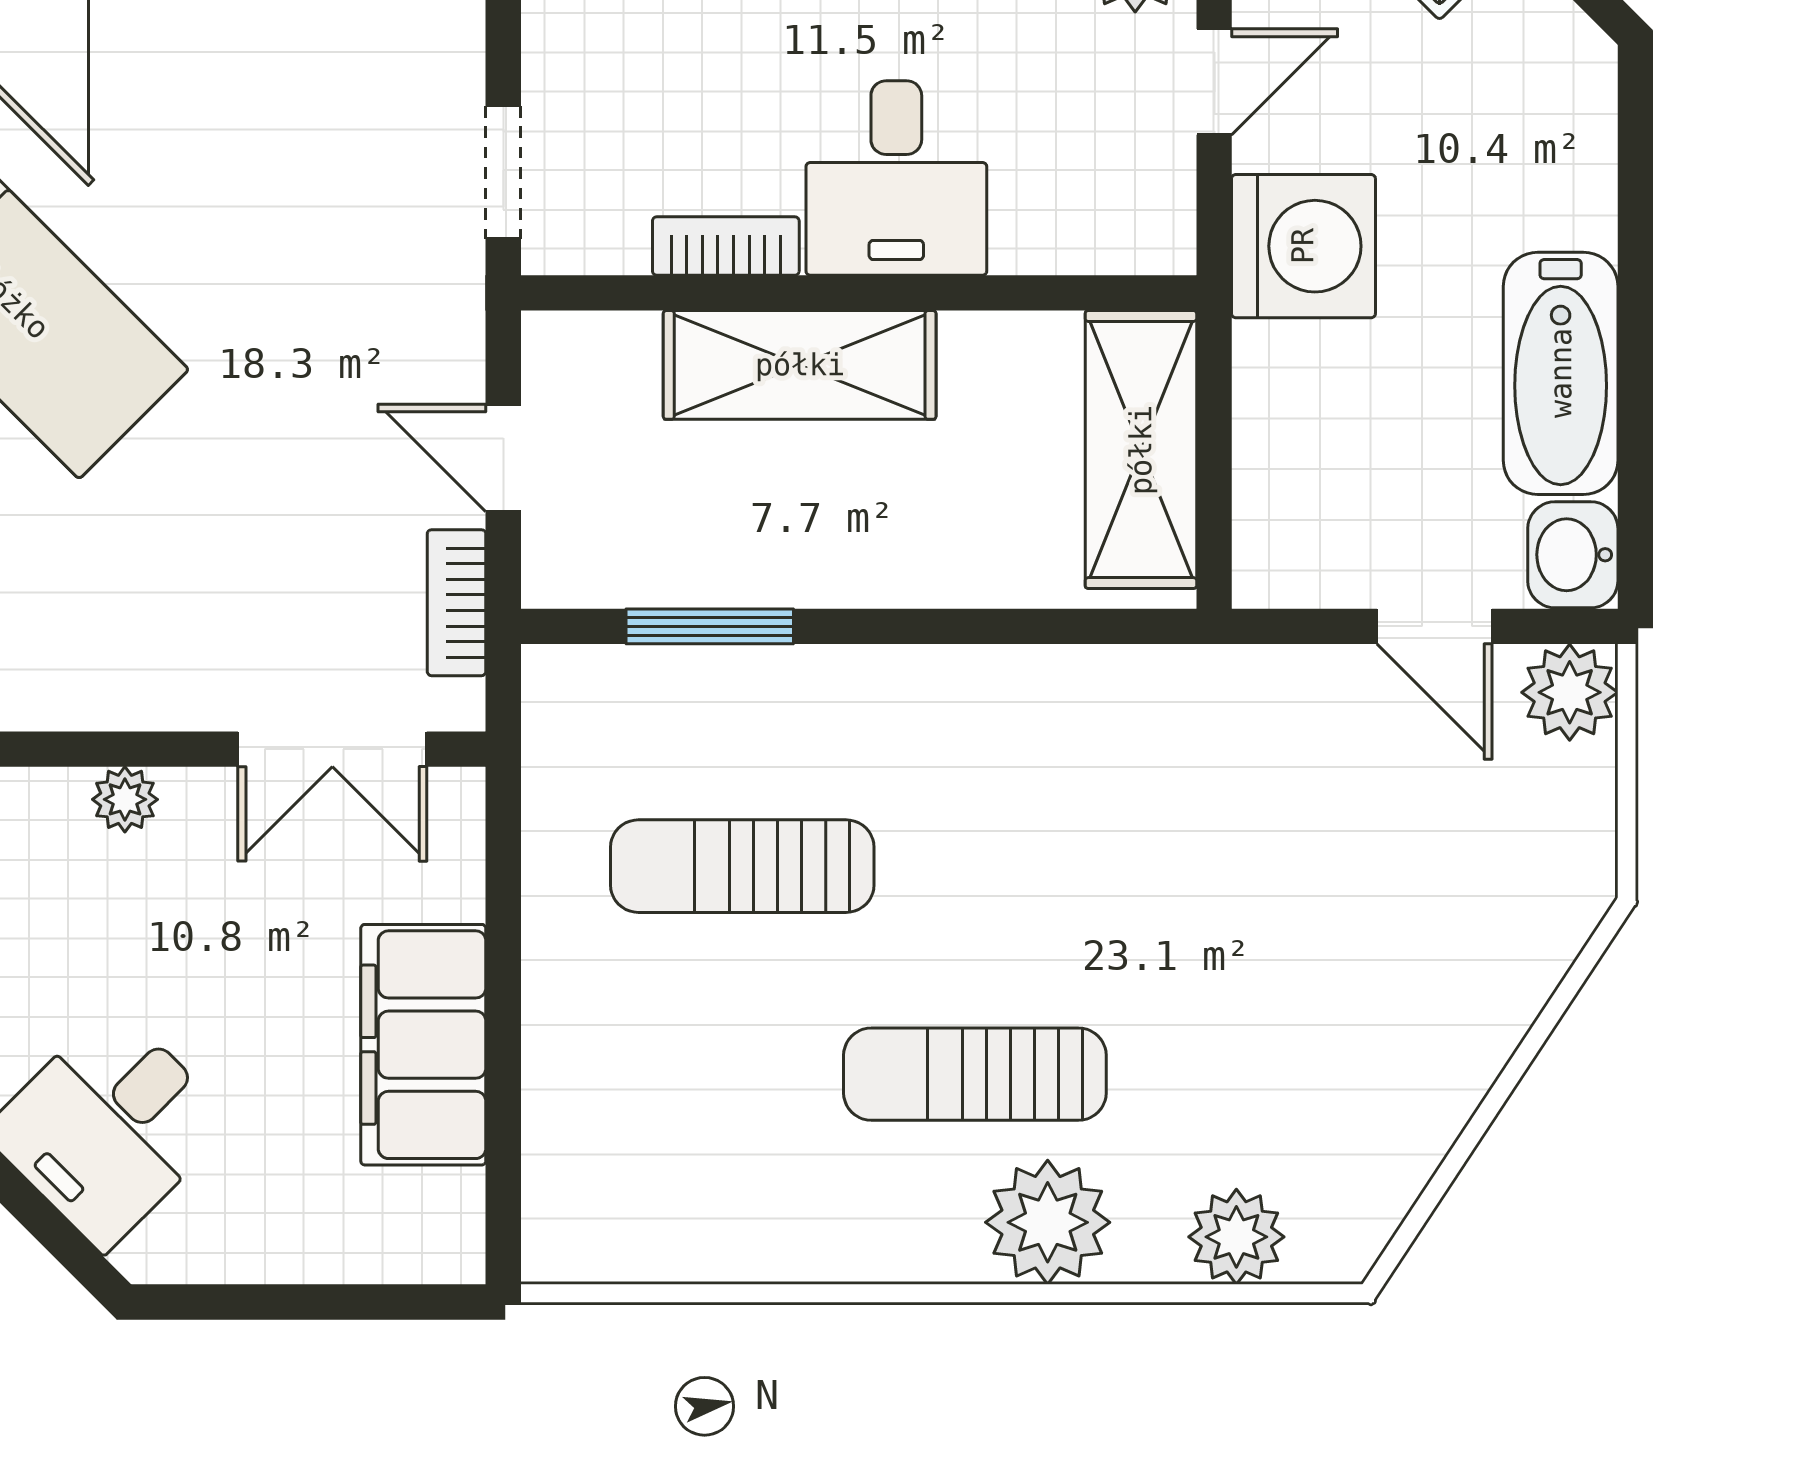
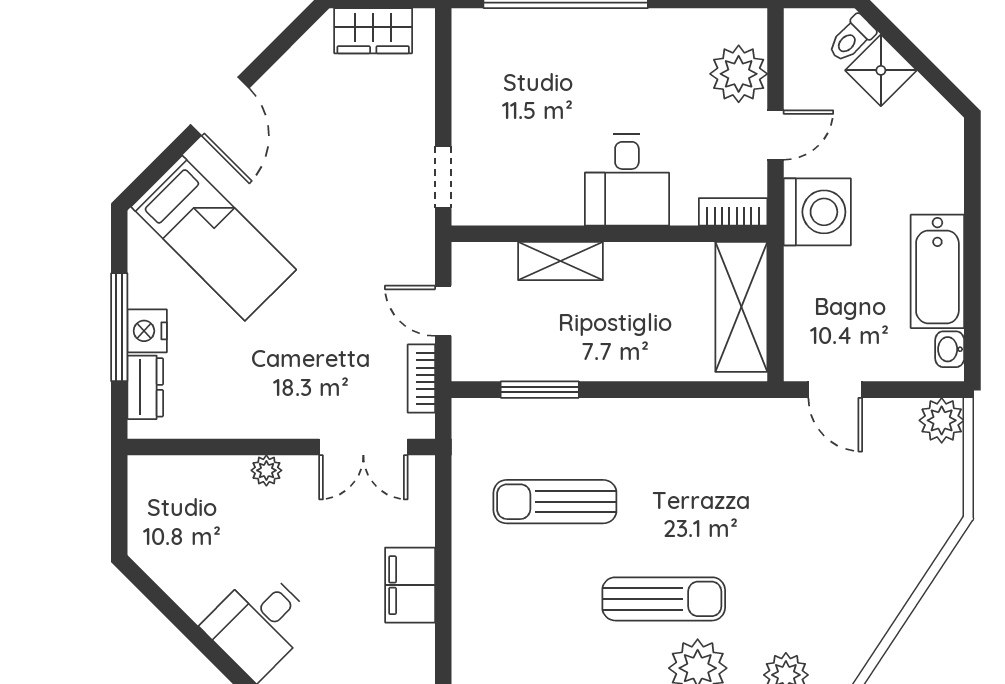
bookcase: (726, 246) -> (733, 212), moved
shelving: (800, 365) -> (561, 261), width x0.67, depth x0.75
washbasin: (1573, 555) -> (950, 349), width x0.72, depth x0.69
door: (1434, 626) -> (835, 390), moved
filing cabinet: (423, 1045) -> (410, 585), width x0.67, depth x0.86
sun lounger: (975, 1074) -> (664, 599), turned 180

